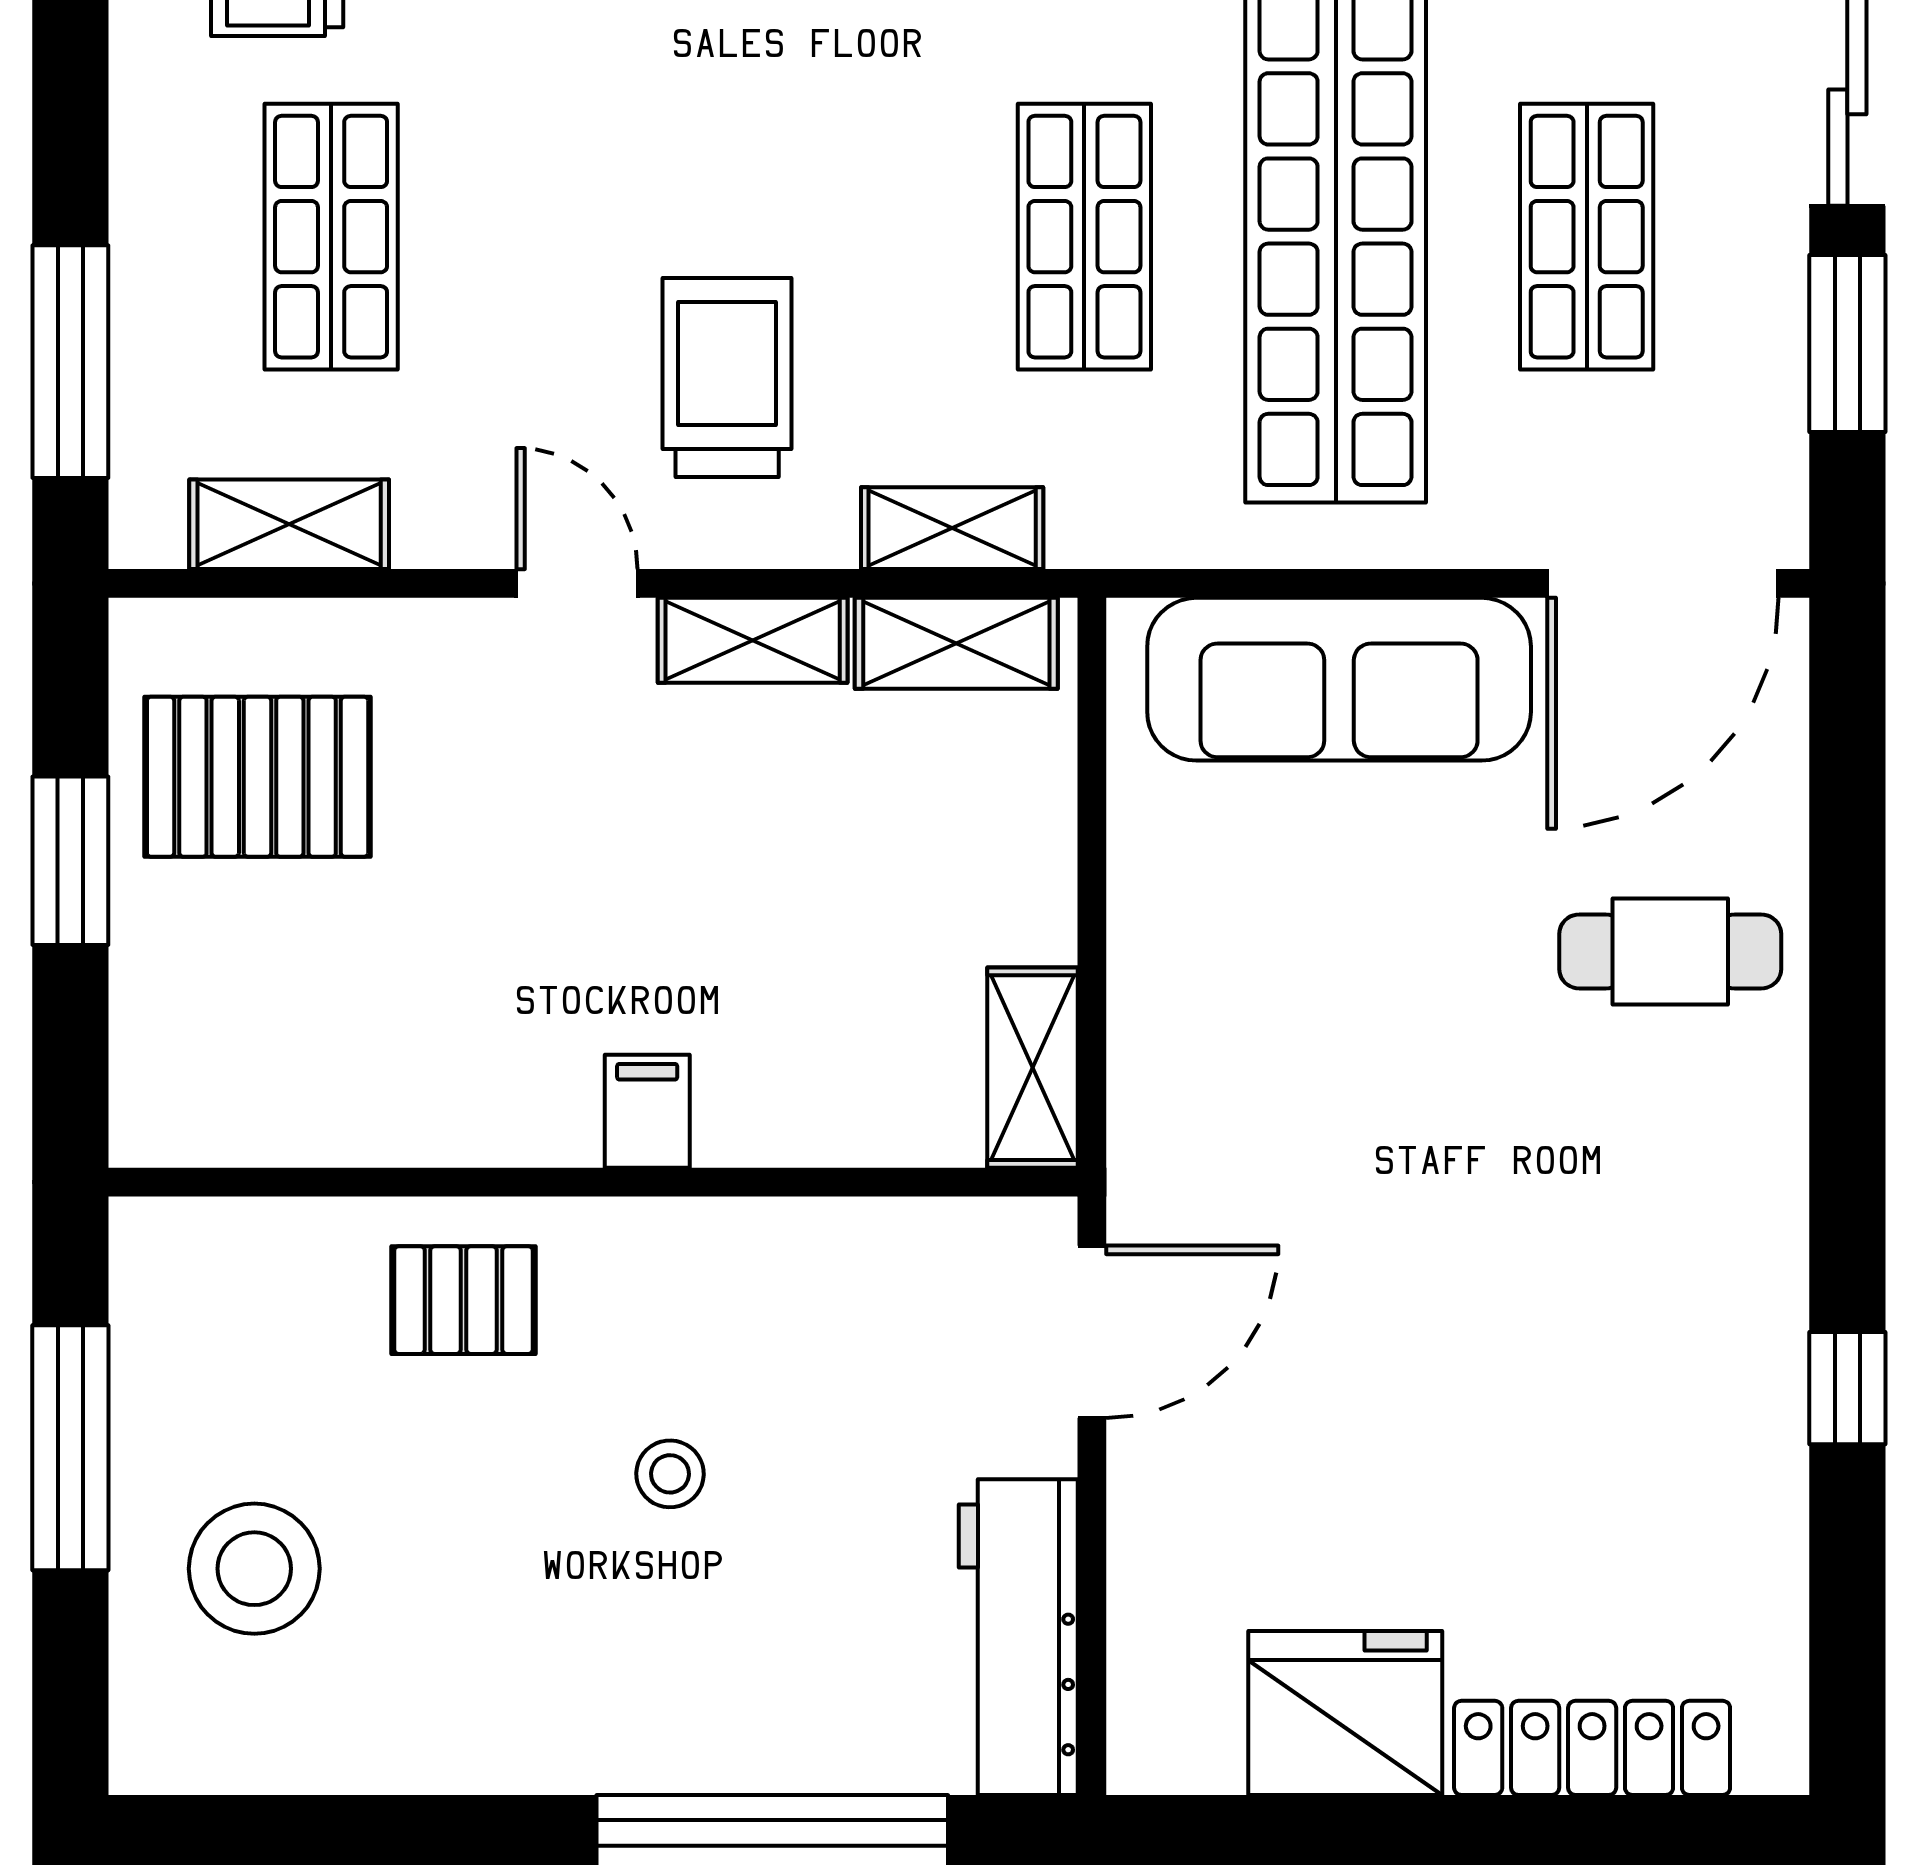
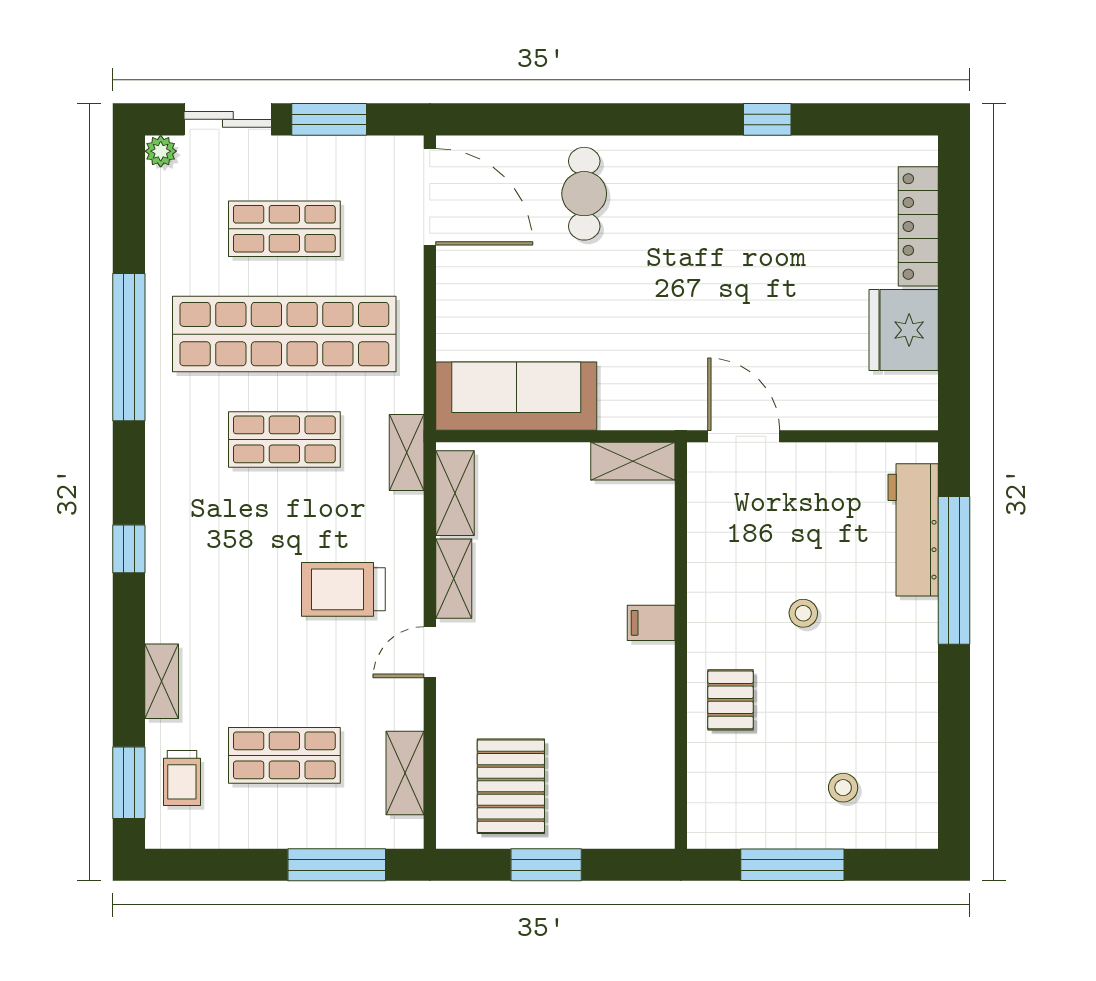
shelving: (952, 528) -> (407, 453), moved
sofa: (1339, 679) -> (516, 396), moved, turned -90
stool: (254, 1569) -> (843, 788), width x0.53, depth x0.53
workbench: (1018, 1637) -> (913, 530), moved, turned 90

